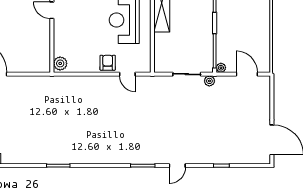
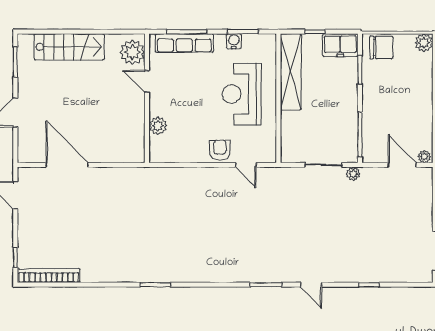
plant: (60, 63) -> (158, 126), moved
plant: (221, 68) -> (424, 157), moved
door: (177, 166) -> (311, 285), hinge flipped

